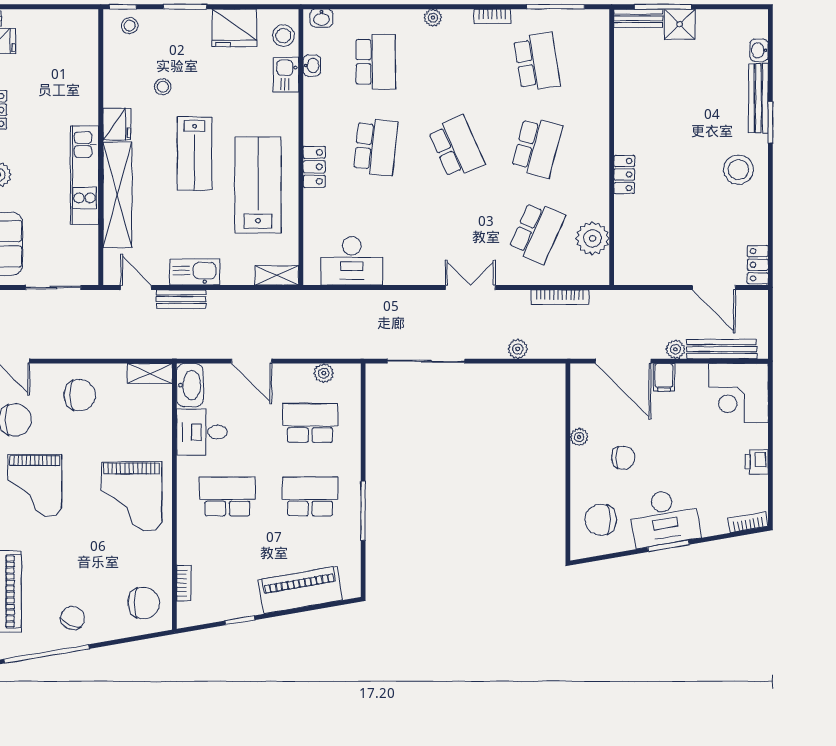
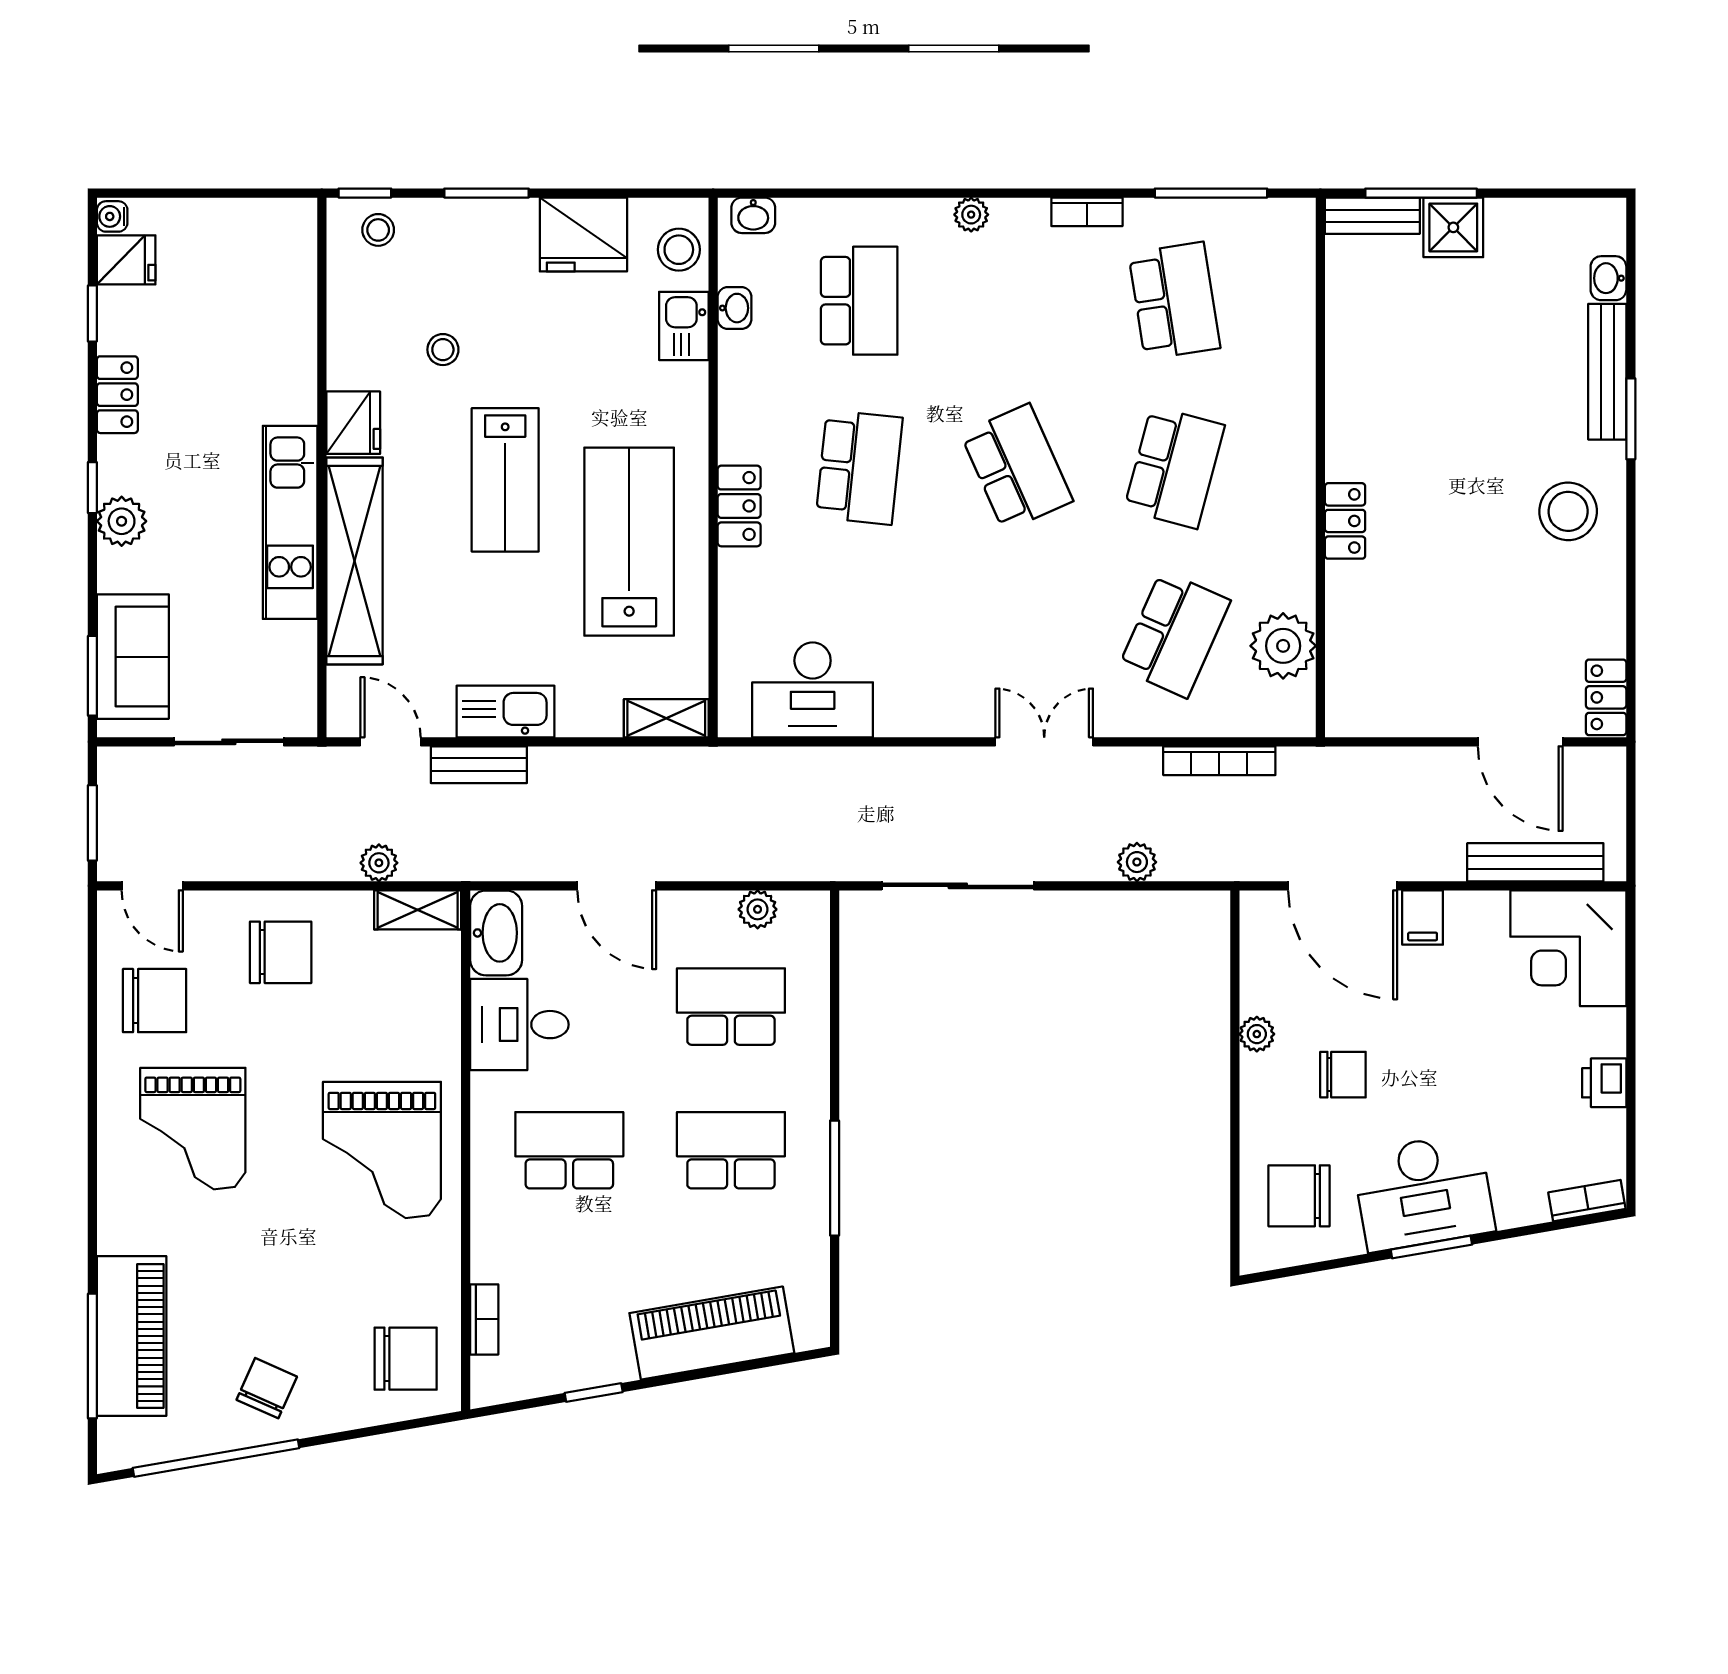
plant: (675, 349) -> (379, 863), moved

